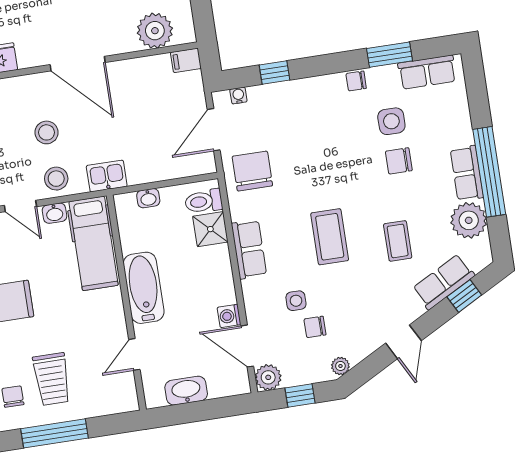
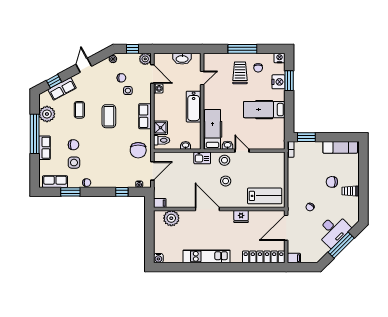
row of seats: (467, 173) -> (45, 148), moved

